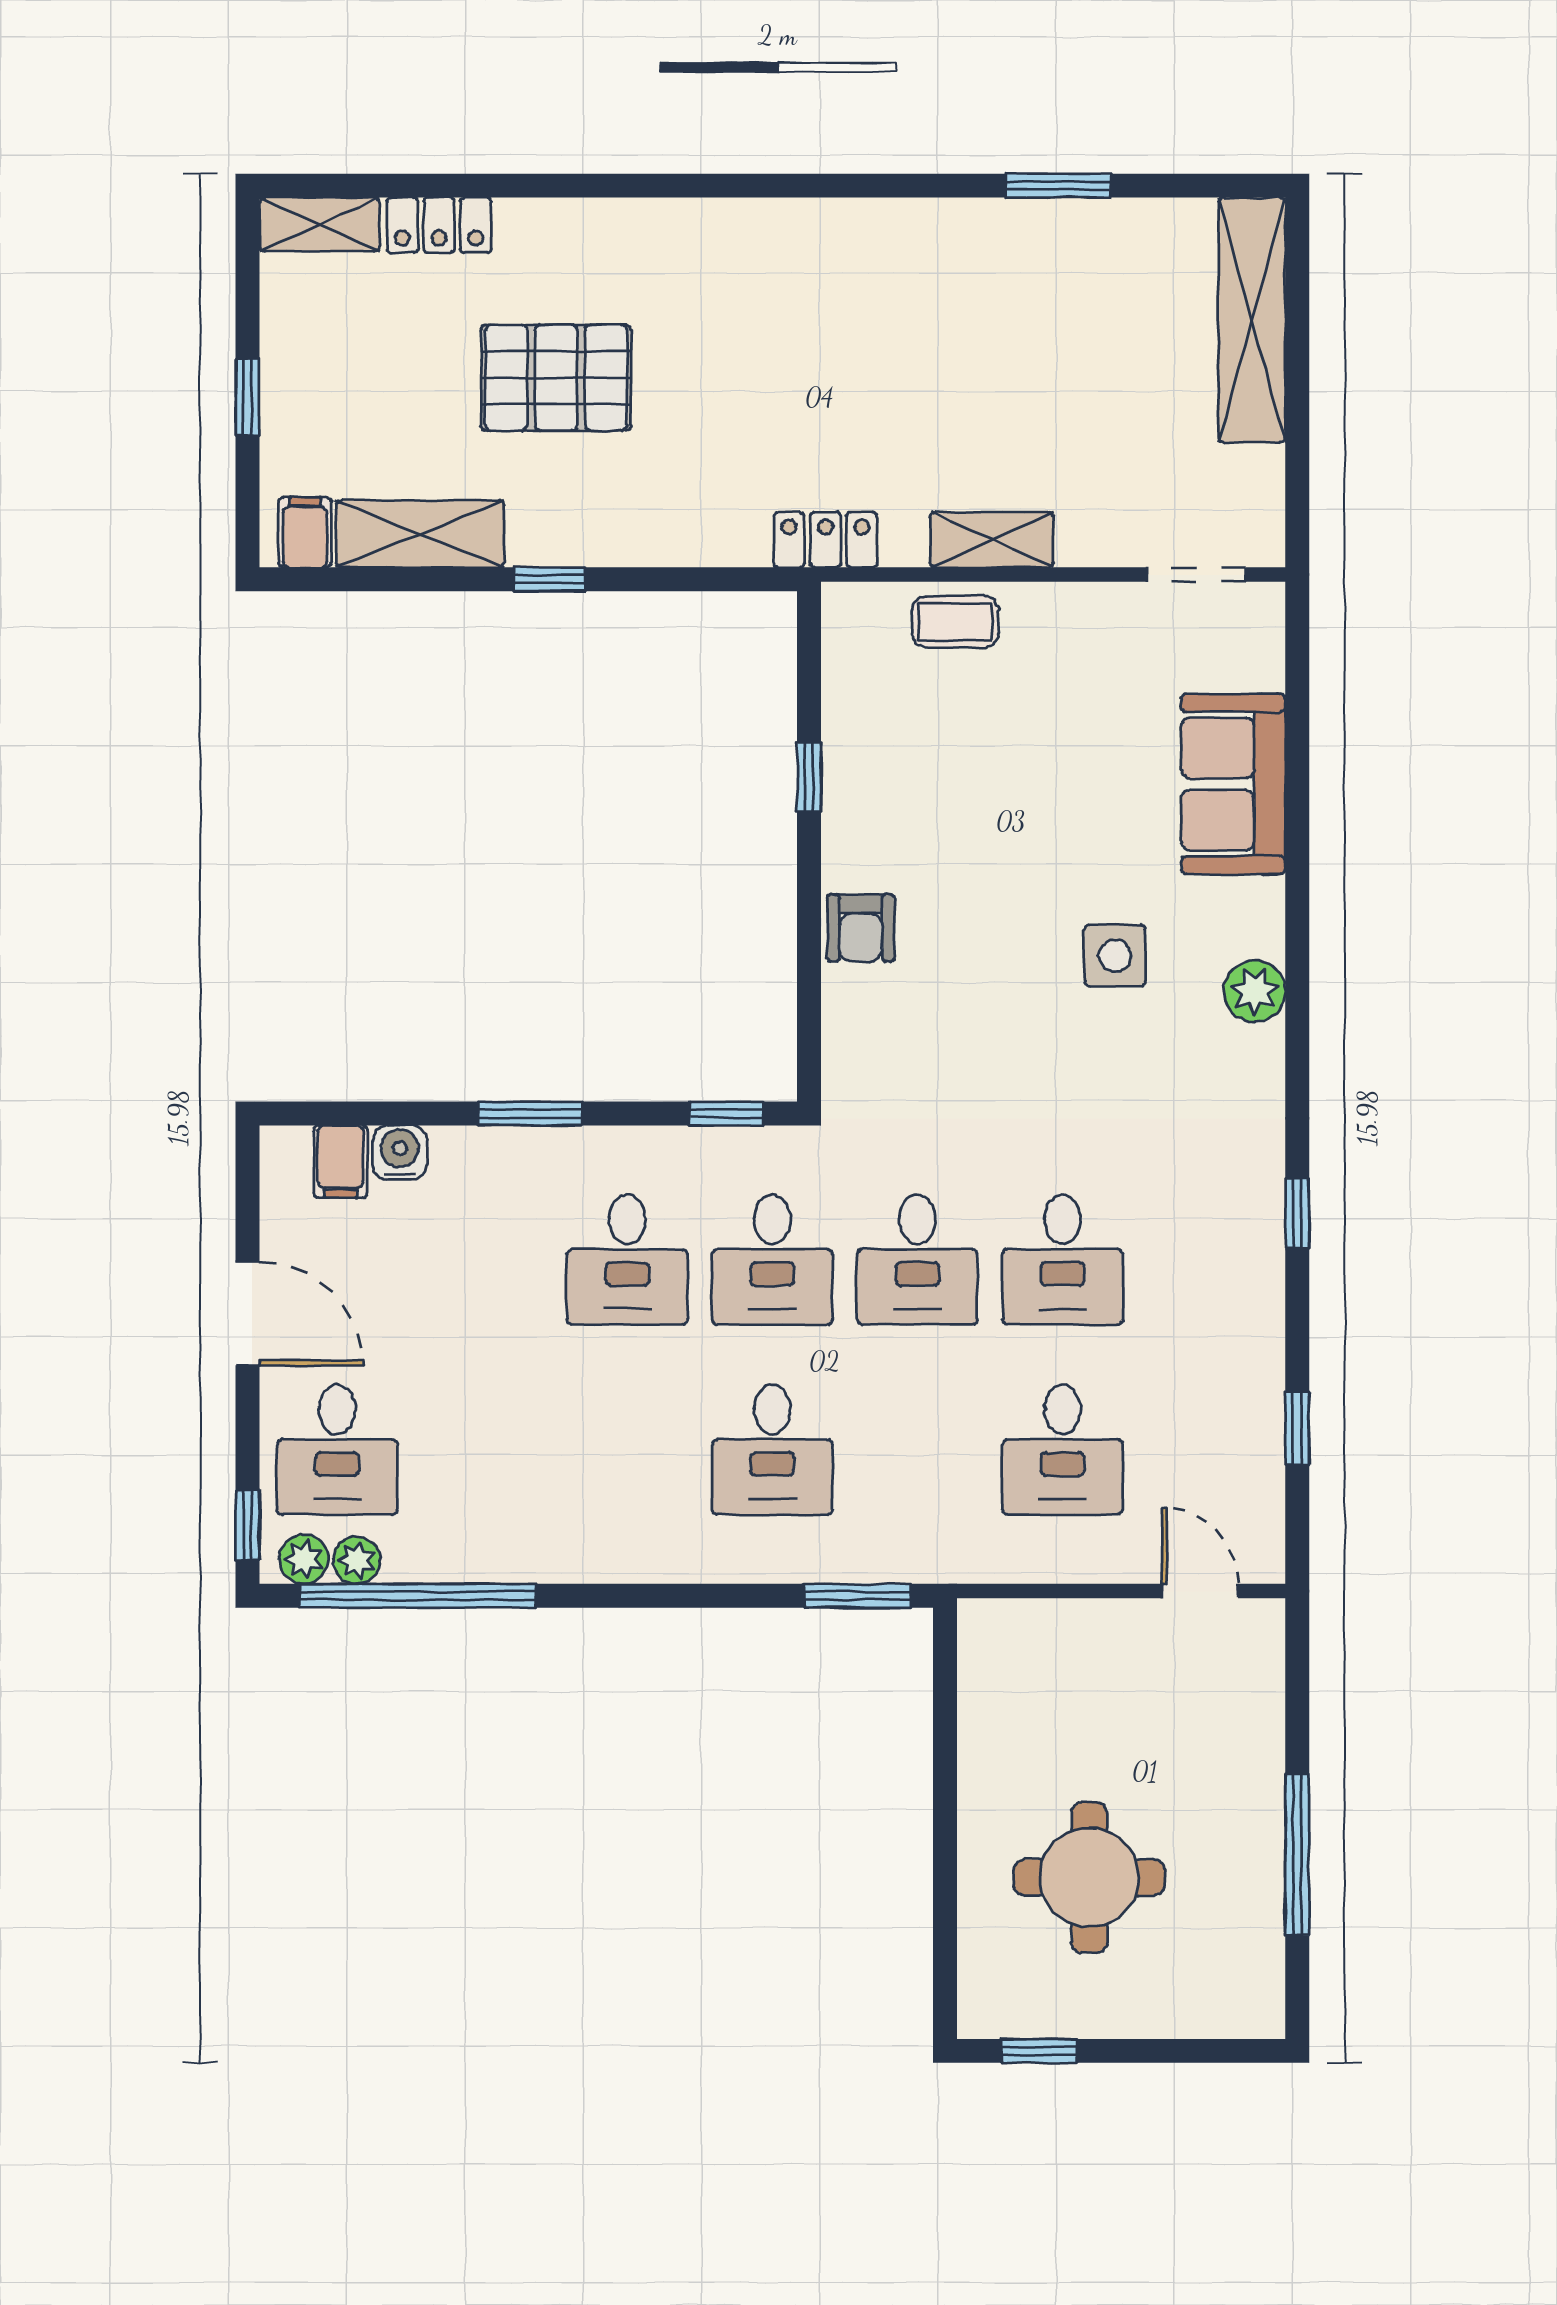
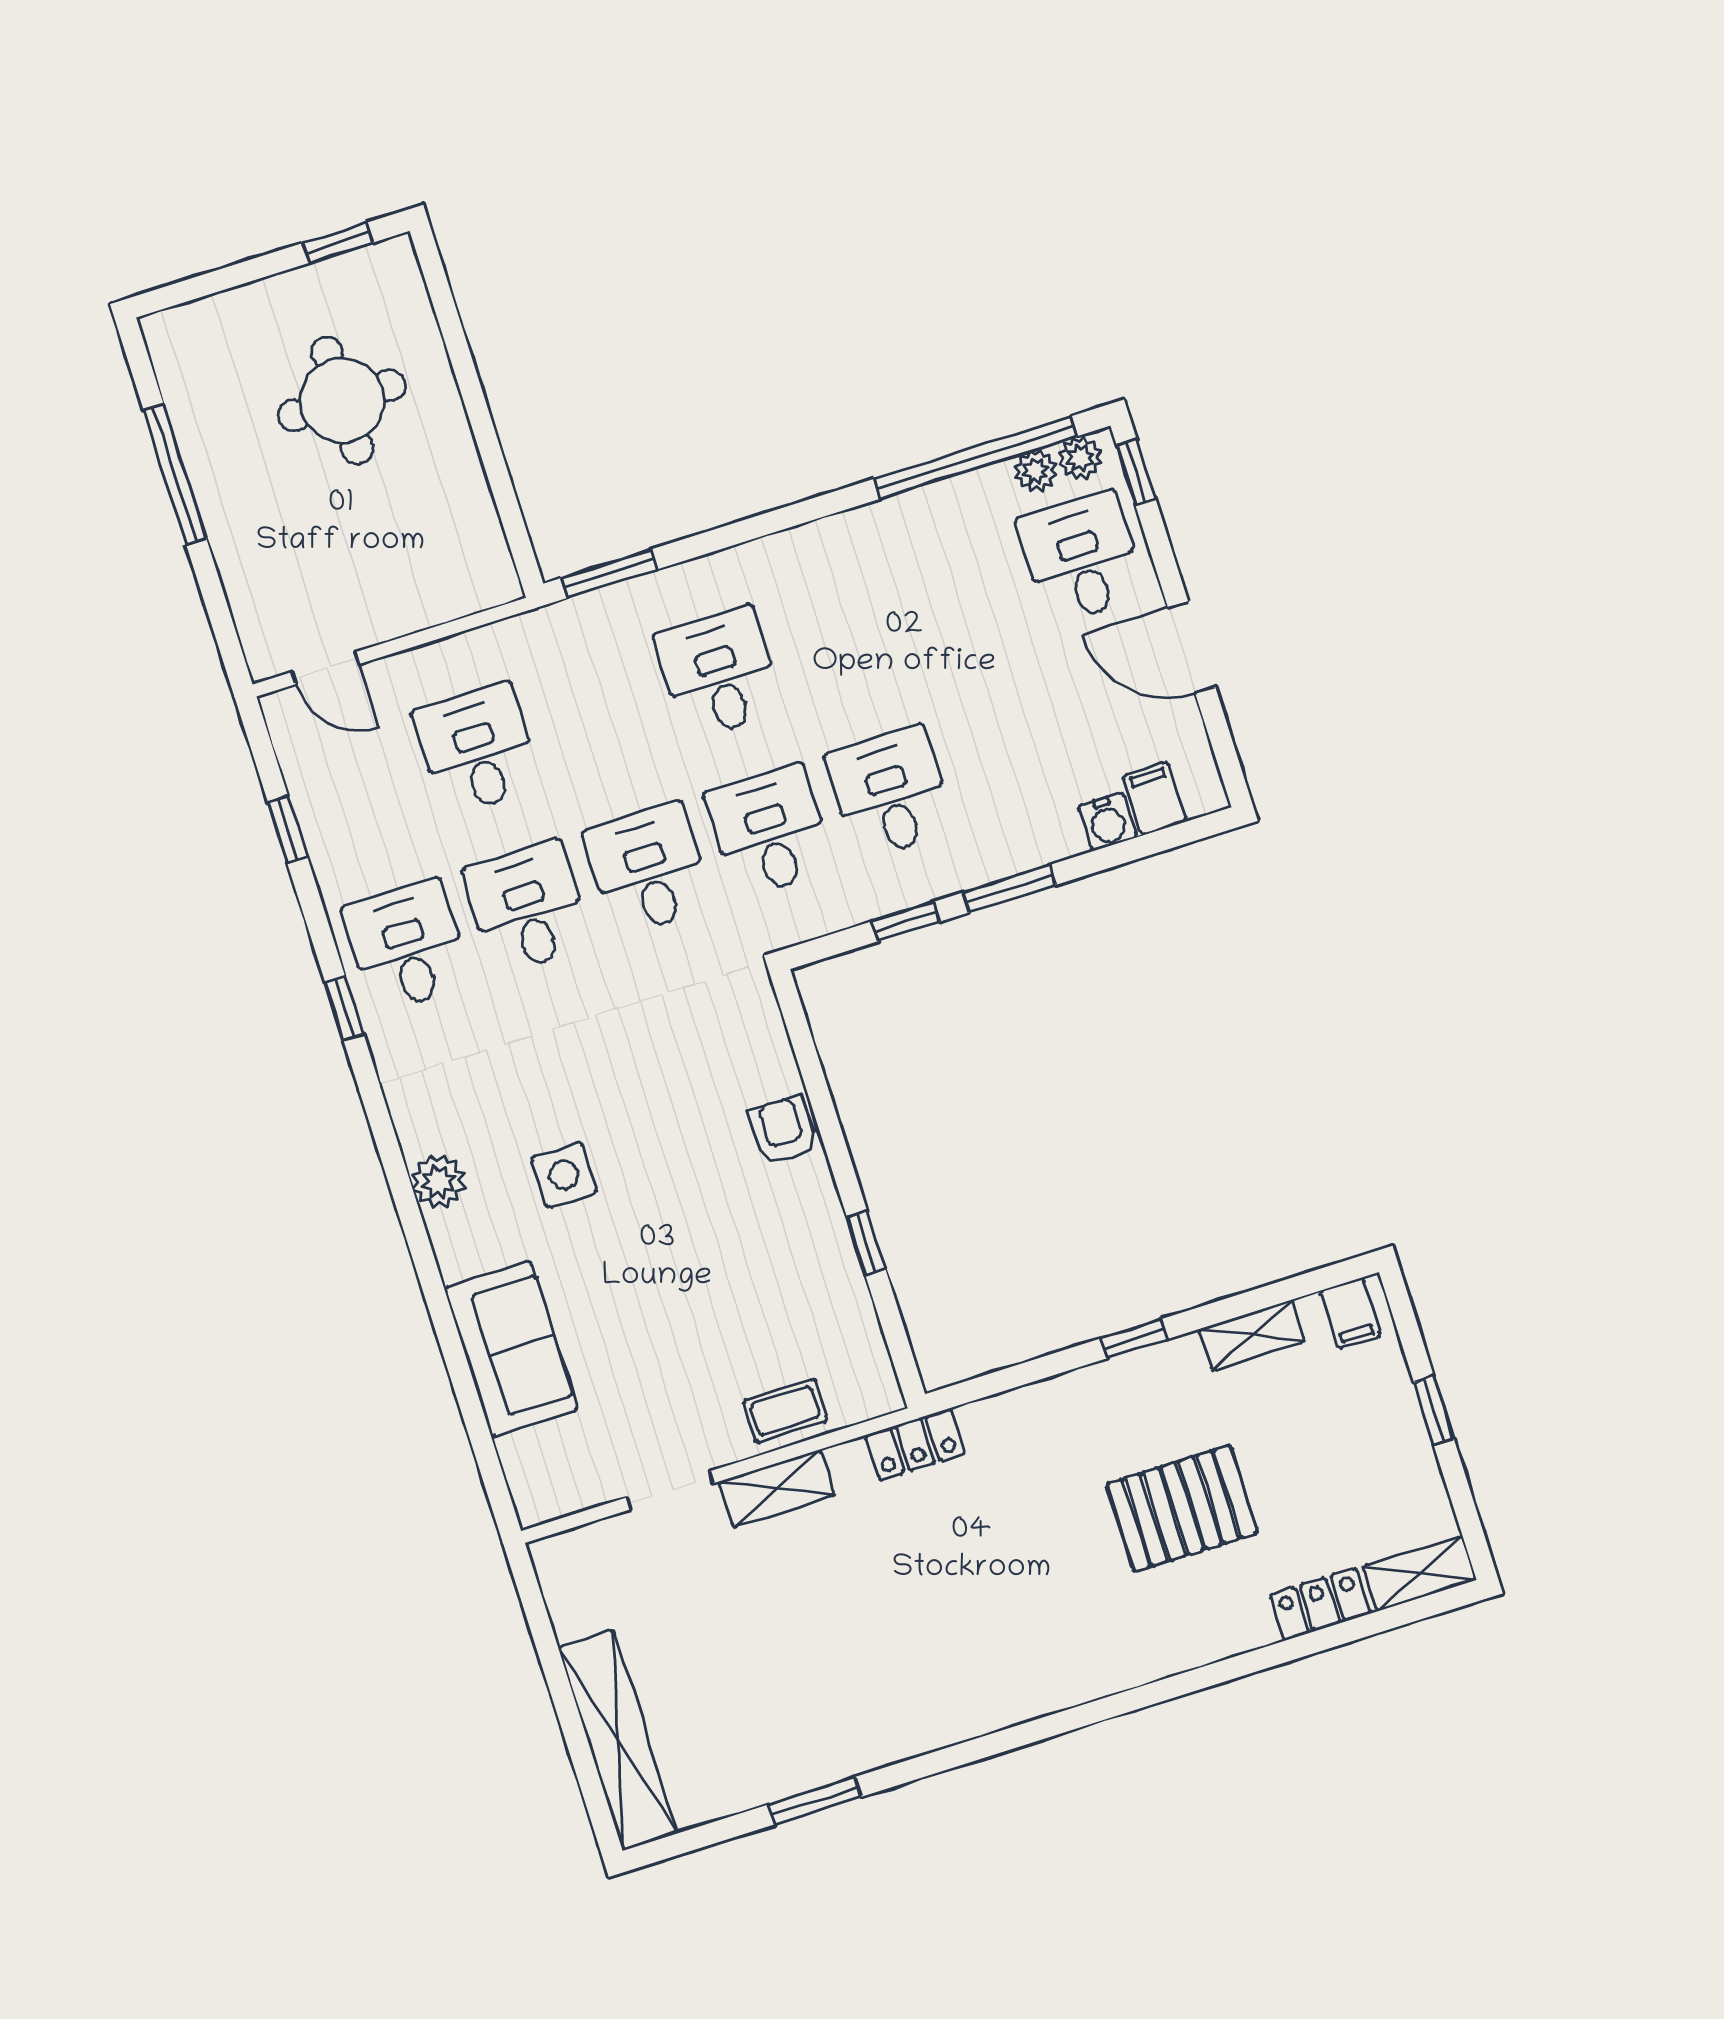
shelving: (420, 534) -> (1252, 1335), width x0.67, depth x0.75
doorway: (1196, 575) -> (670, 1490), moved
window: (726, 1114) -> (906, 922), moved
desk: (1208, 1260) -> (407, 946), added

